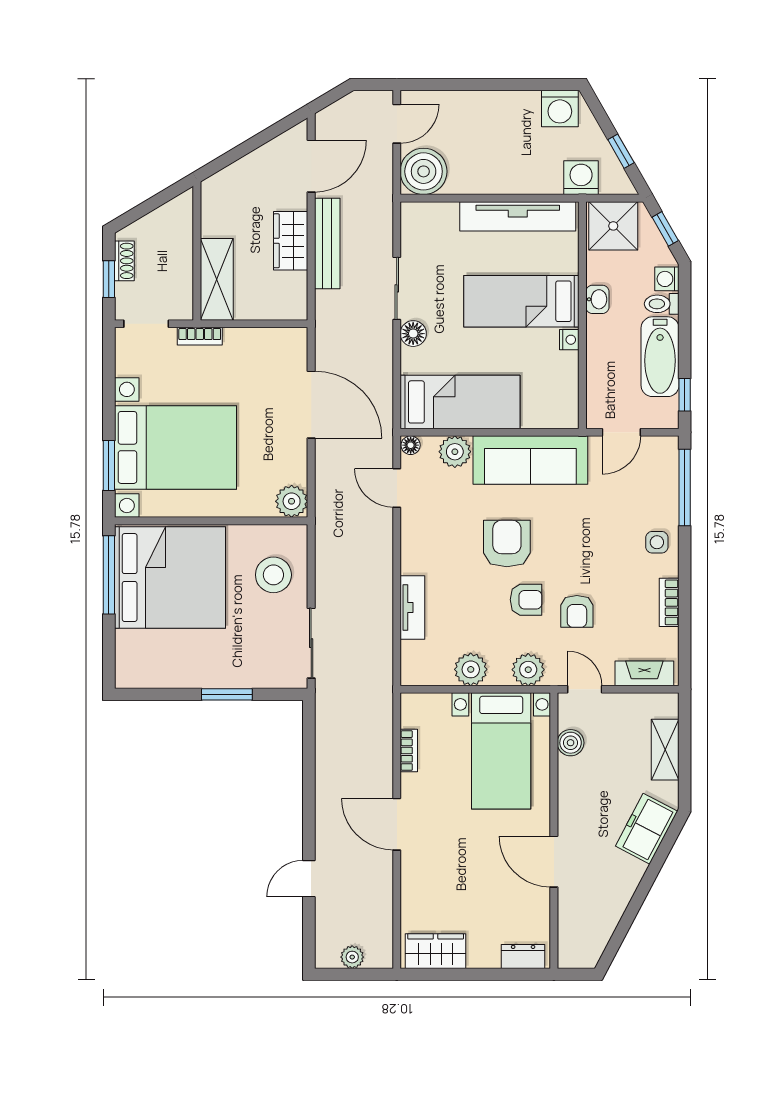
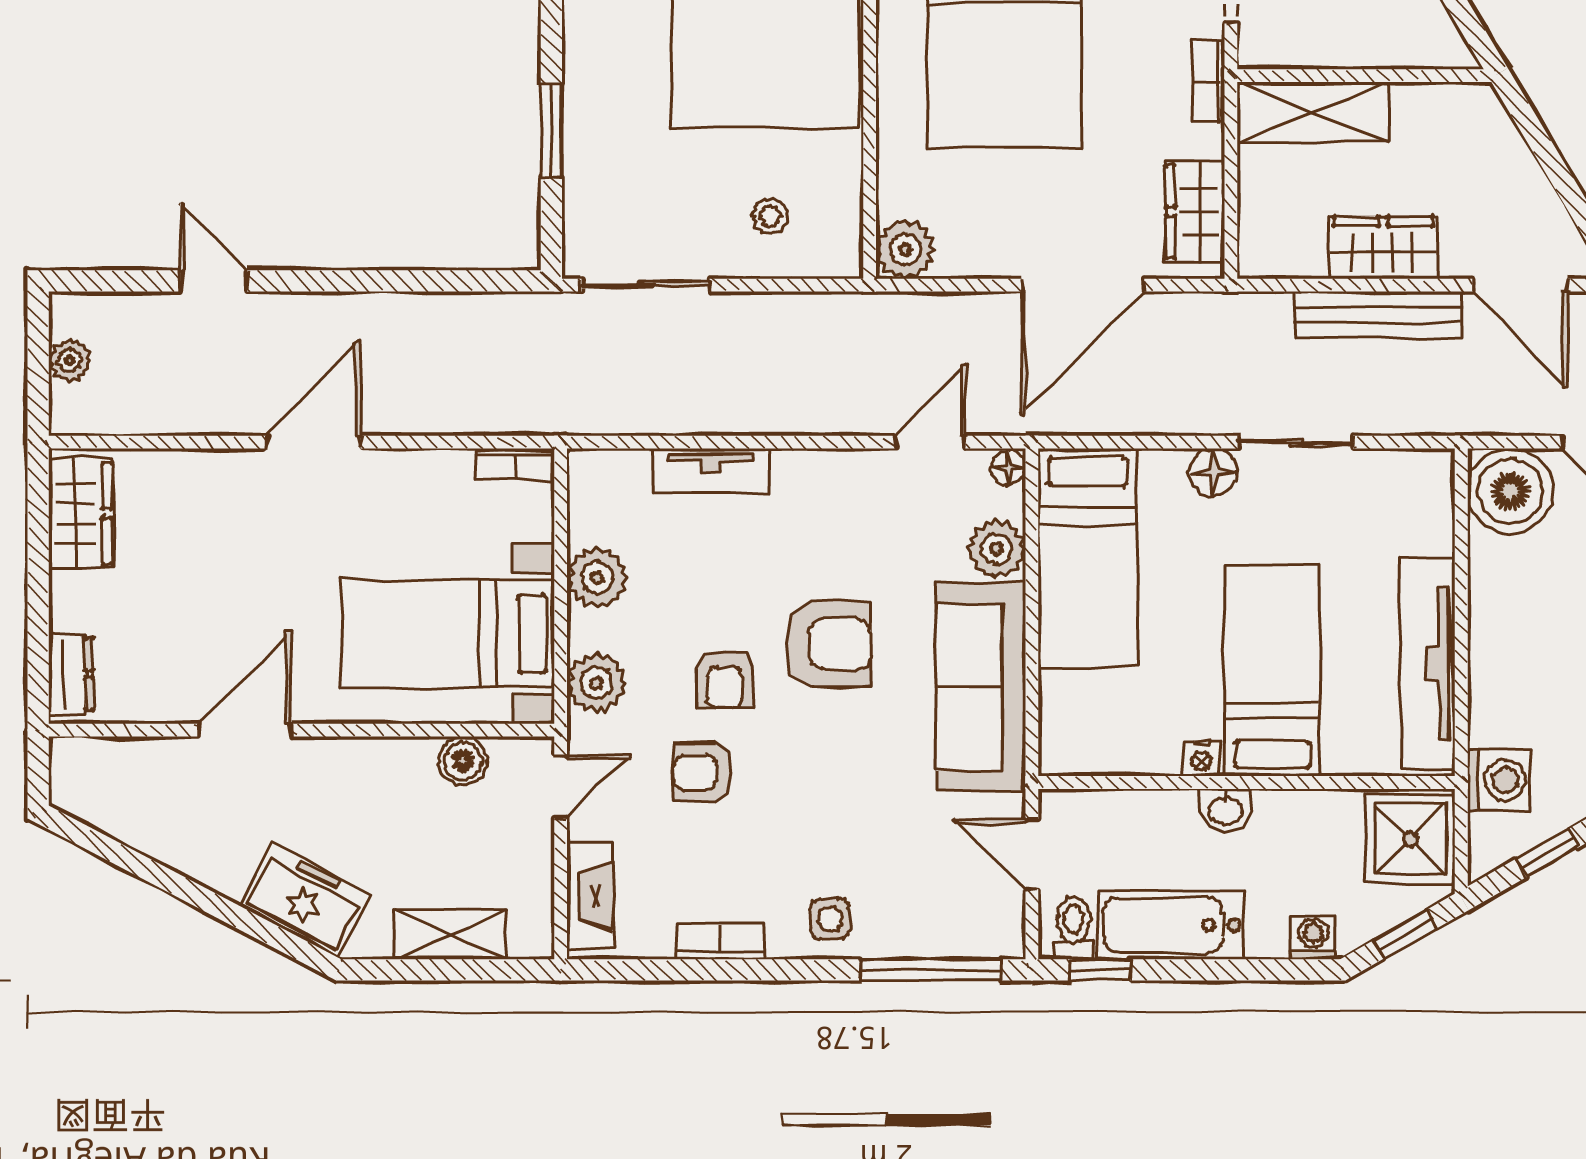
washbasin: (597, 299) -> (1225, 810), moved
toilet: (662, 304) -> (1074, 928), moved
wardrobe: (271, 343) -> (1195, 212), added
stool: (273, 575) -> (771, 216), width x0.53, depth x0.53
bookcase: (409, 751) -> (515, 464), moved

